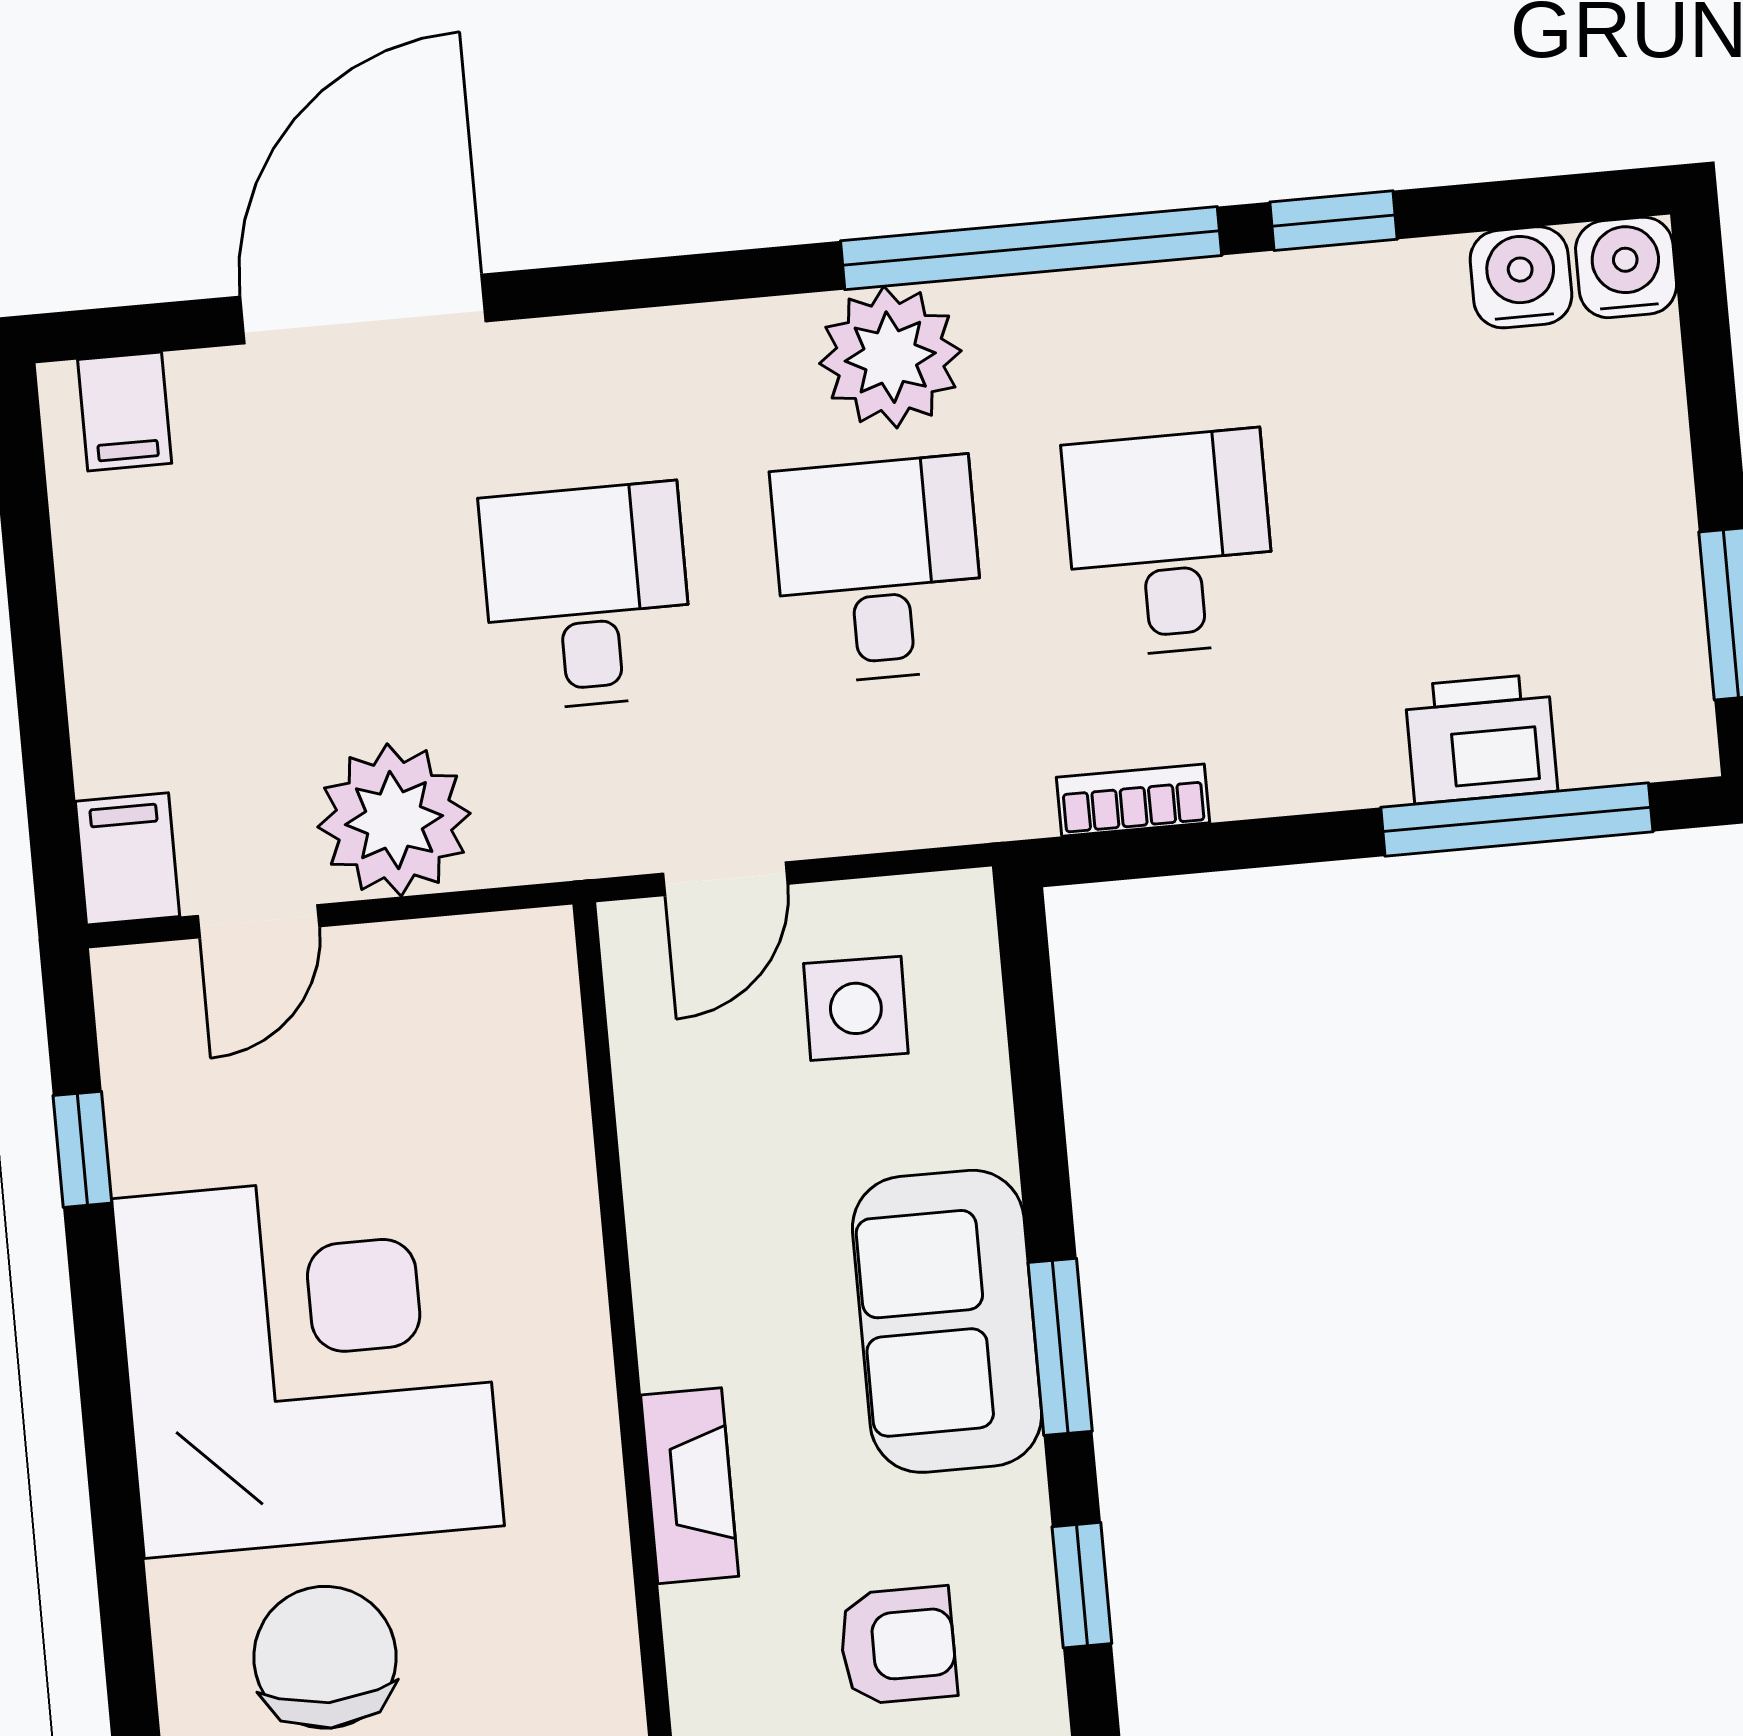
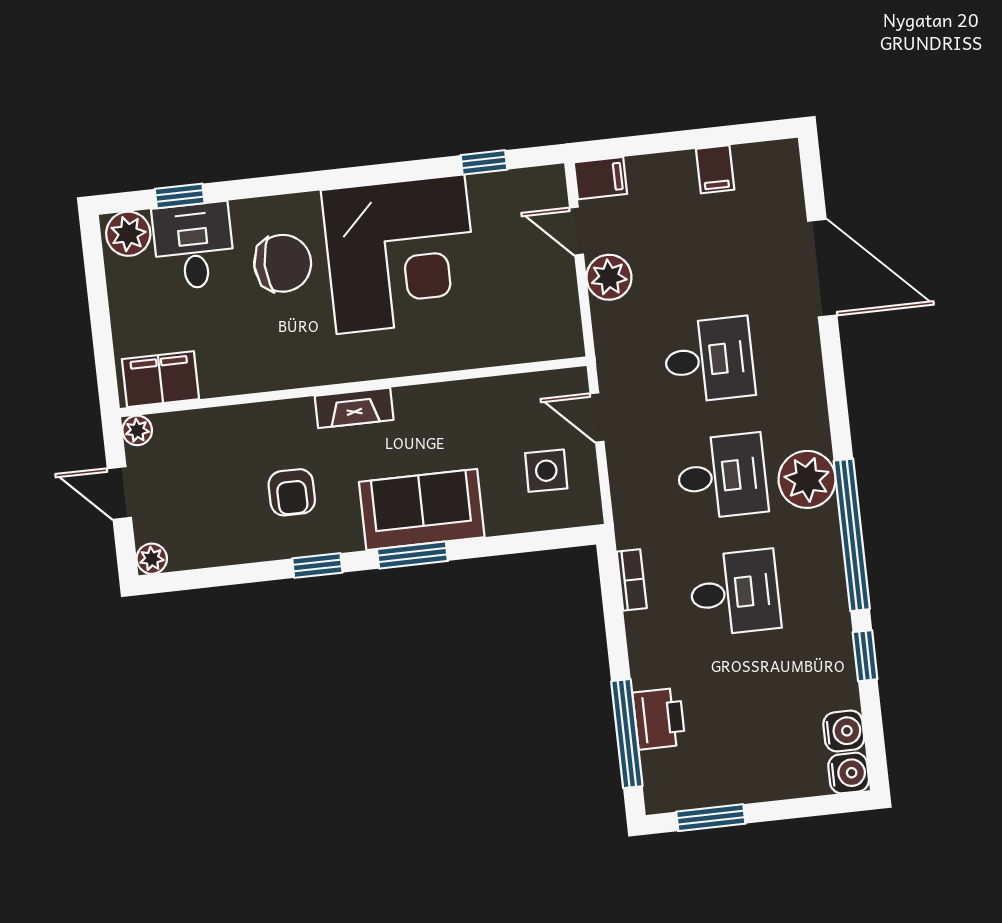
filing cabinet: (125, 411) -> (715, 169), moved, turned -90
plant: (394, 820) -> (609, 277), width x0.73, depth x0.73

